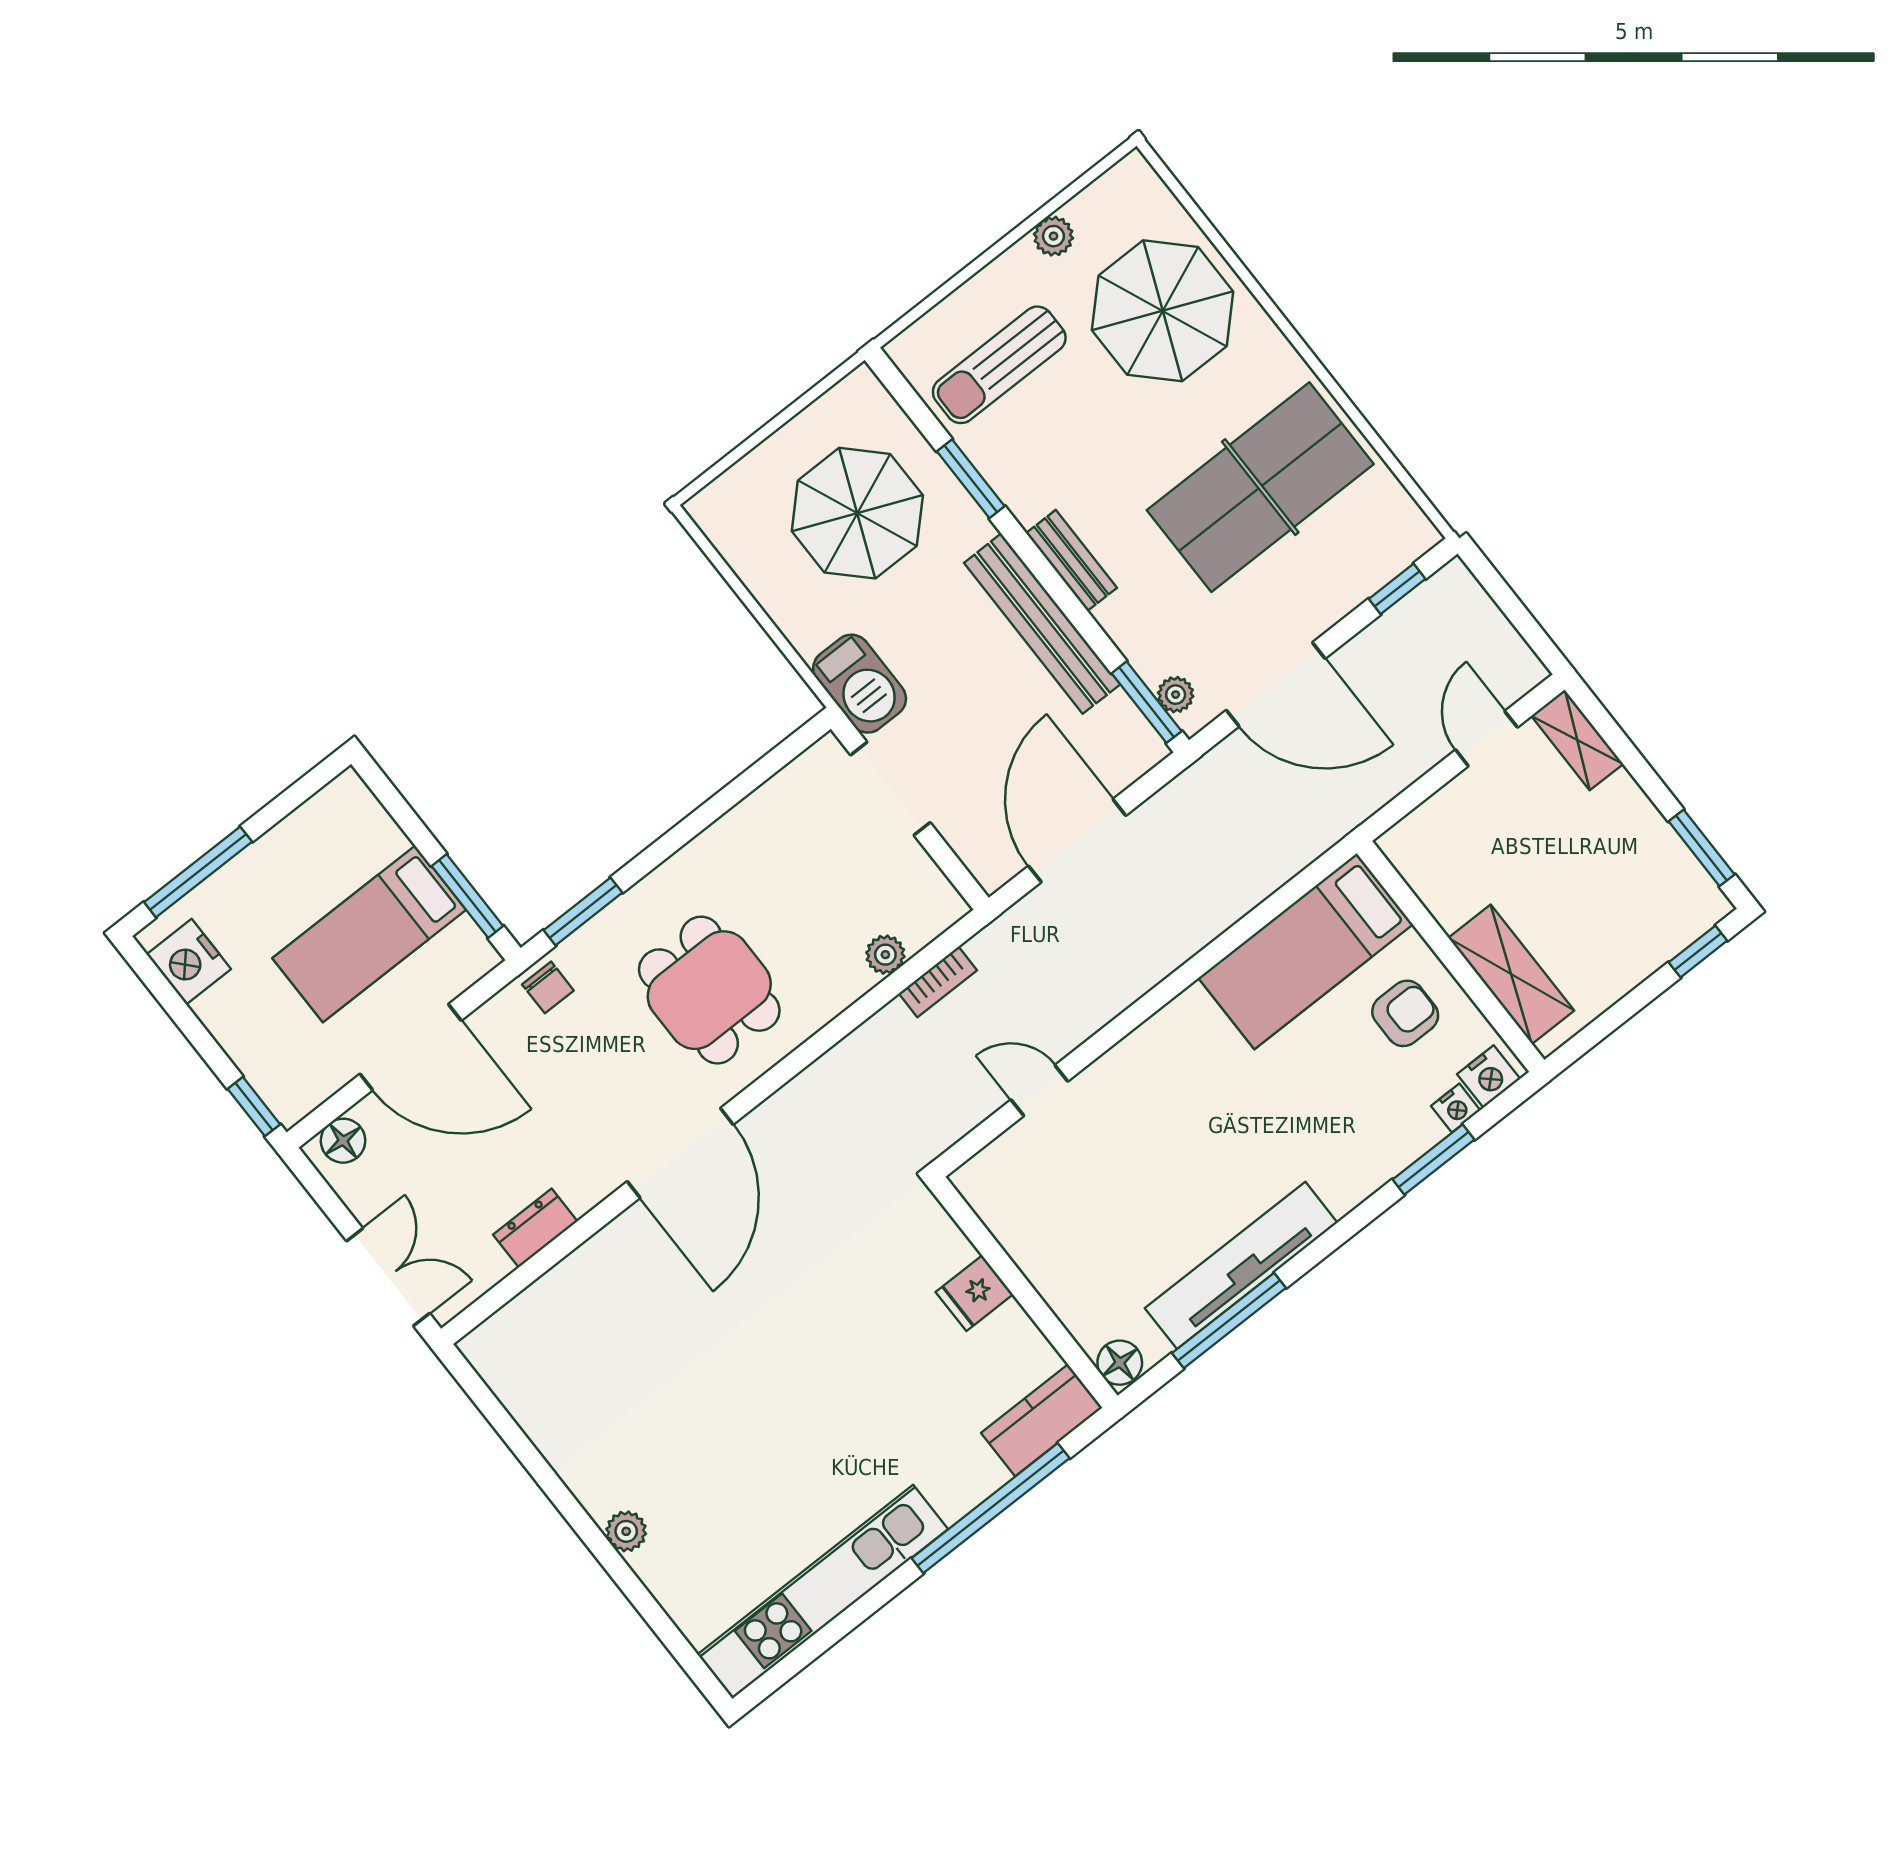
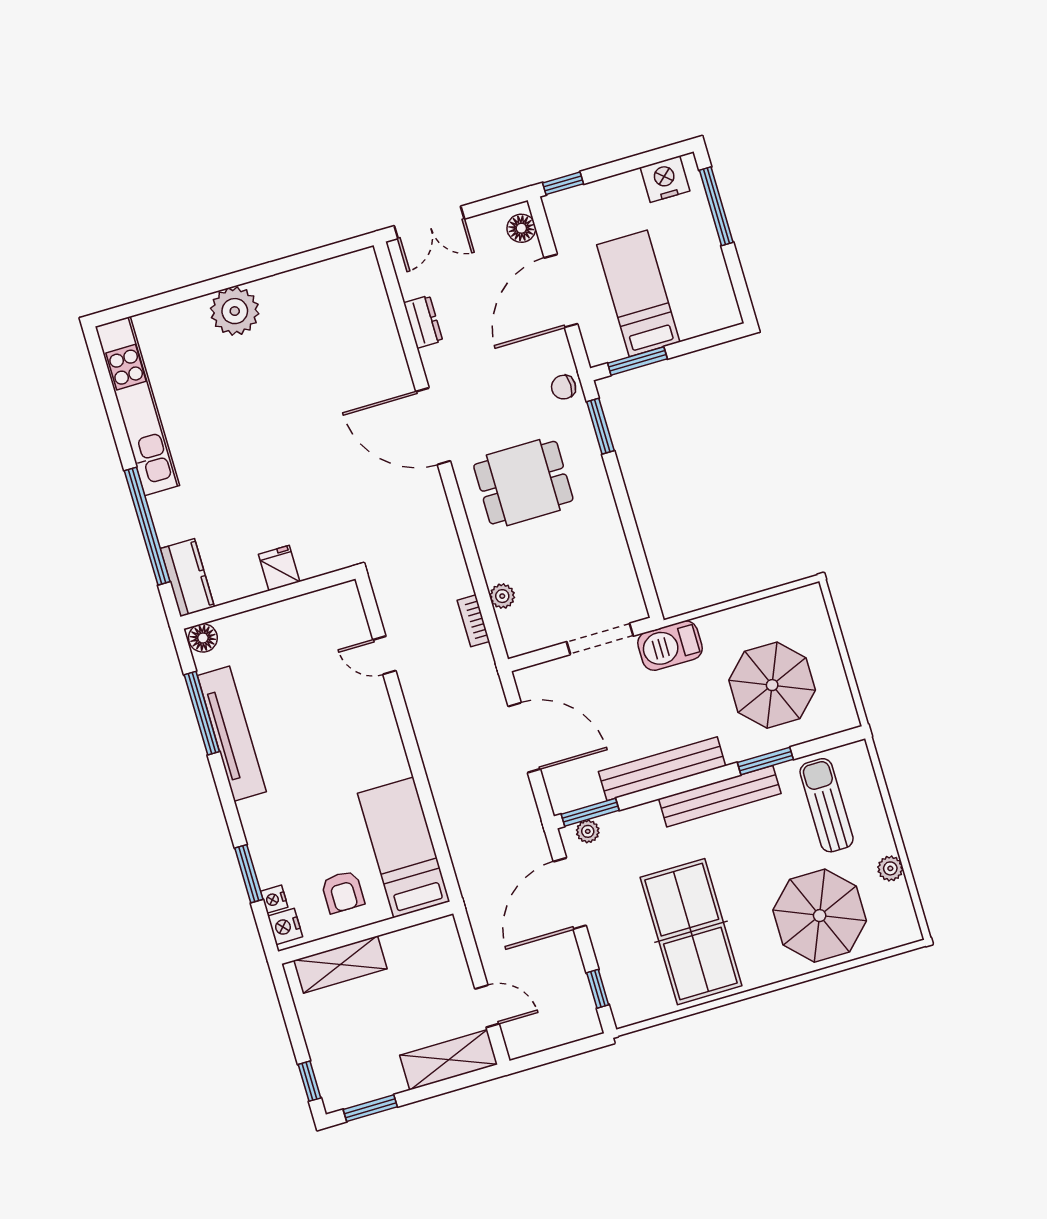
bench: (1071, 560) -> (720, 796), width x1.86, depth x1.21
shelving: (1577, 740) -> (449, 1060), width x1.50, depth x1.33
door: (1039, 1090) -> (384, 655), swing flipped
plant: (626, 1531) -> (235, 311), width x1.87, depth x1.87

